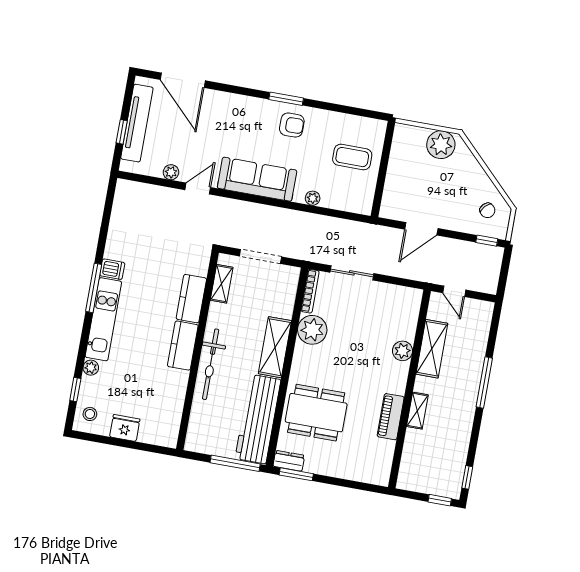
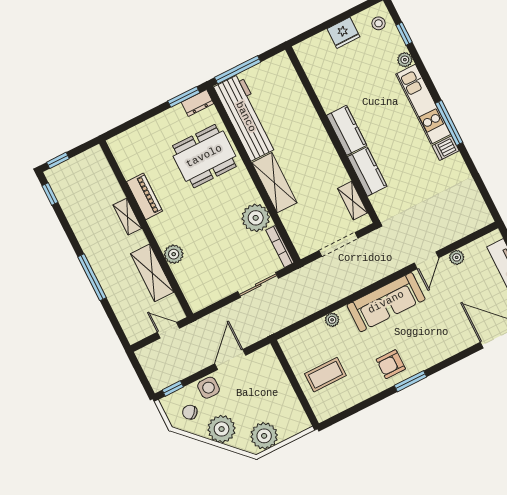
plant: (472, 177) -> (222, 429), added
side table: (457, 219) -> (209, 388), added
bicycle: (211, 364) -> (314, 132), removed

